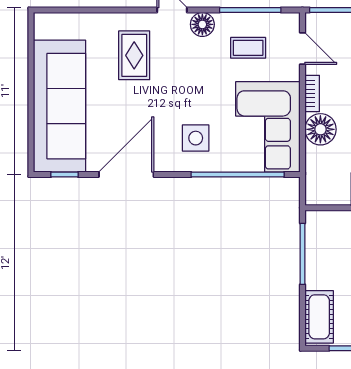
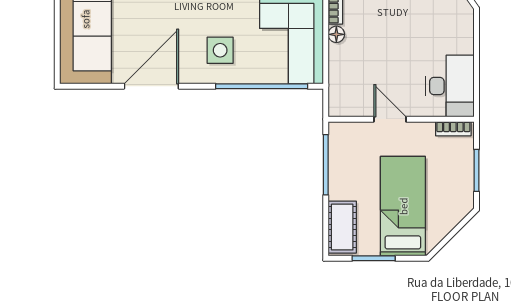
floor lamp: (320, 129) -> (336, 34), width x0.53, depth x0.53
window: (65, 174) -> (90, 86), removed

